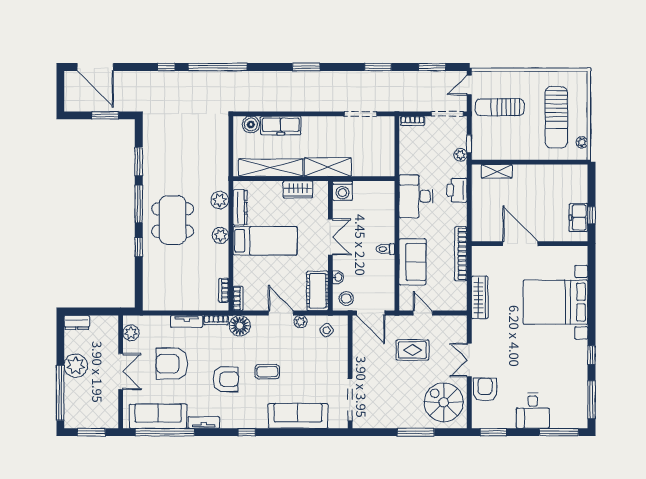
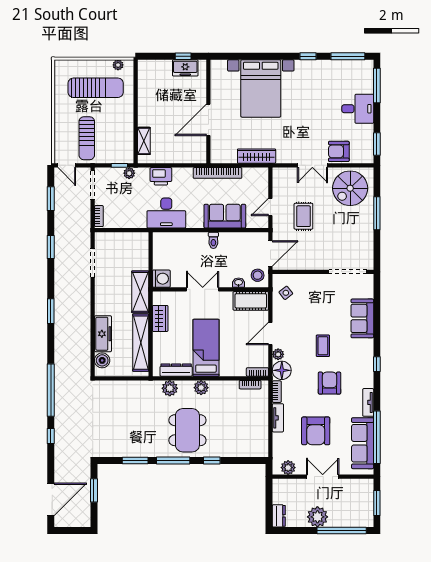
dining table: (173, 220) -> (187, 430), turned 90
plant: (300, 322) -> (278, 354), moved
sofa: (298, 416) -> (362, 318), width x0.73

